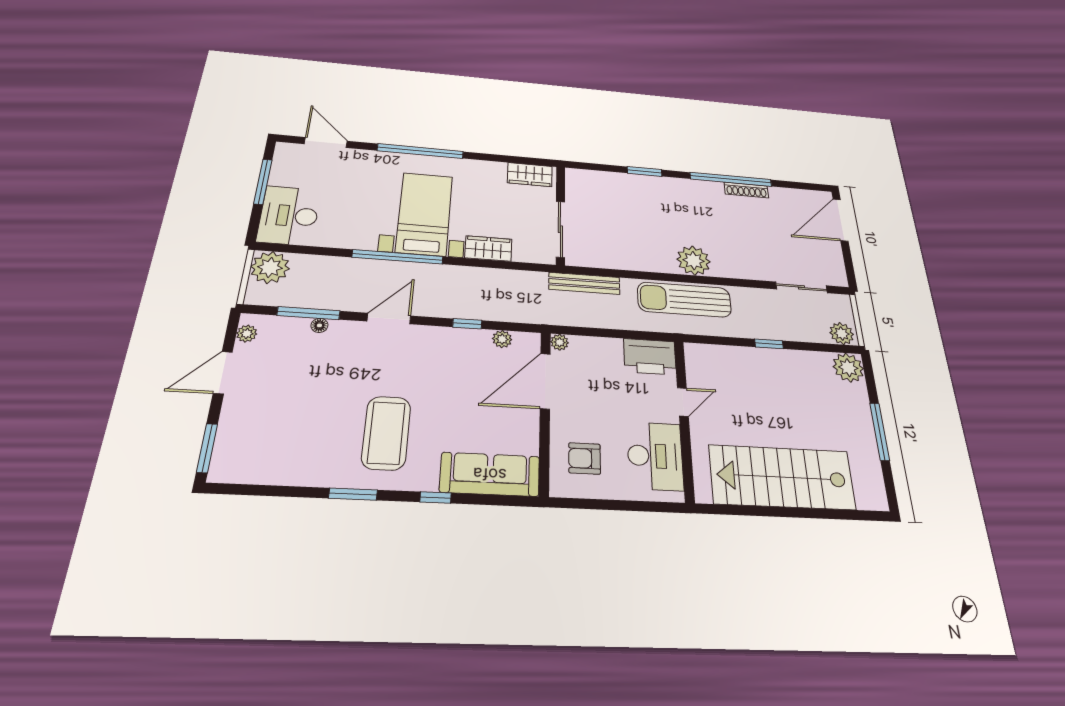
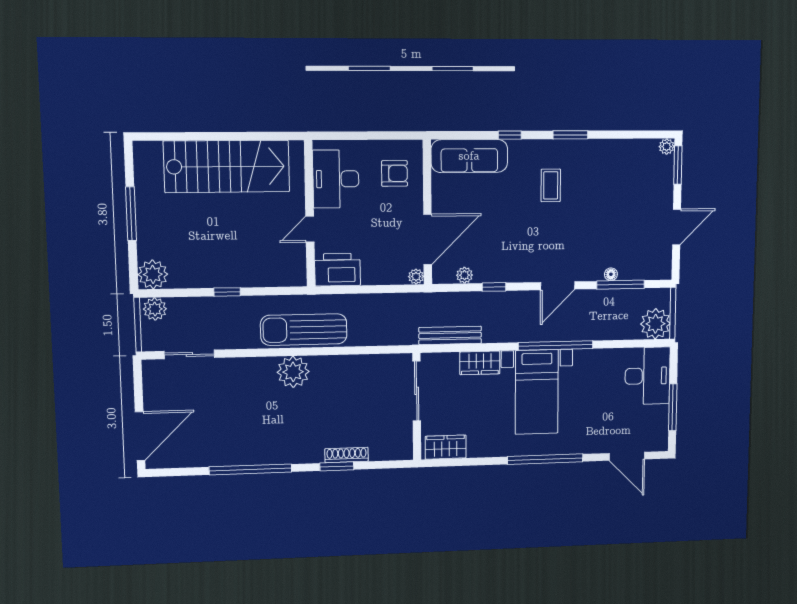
shoe rack: (746, 190) -> (347, 455), moved
bench: (584, 283) -> (450, 335), moved
sun lounger: (684, 300) -> (304, 330), turned 180
plant: (247, 334) -> (667, 147), moved
coffee table: (386, 433) -> (551, 185), width x0.54, depth x0.58

